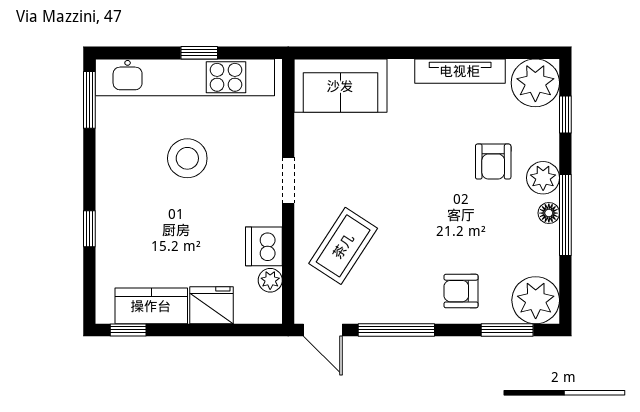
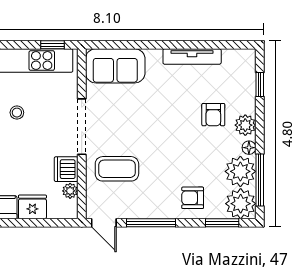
window: (199, 53) -> (53, 45), moved
plant: (535, 83) -> (240, 171), moved
stool: (187, 158) -> (17, 113), width x0.53, depth x0.53
doorway: (288, 180) -> (82, 127), width x1.88
window: (565, 215) -> (260, 180), moved
coffee table: (343, 246) -> (117, 169), turned 57

